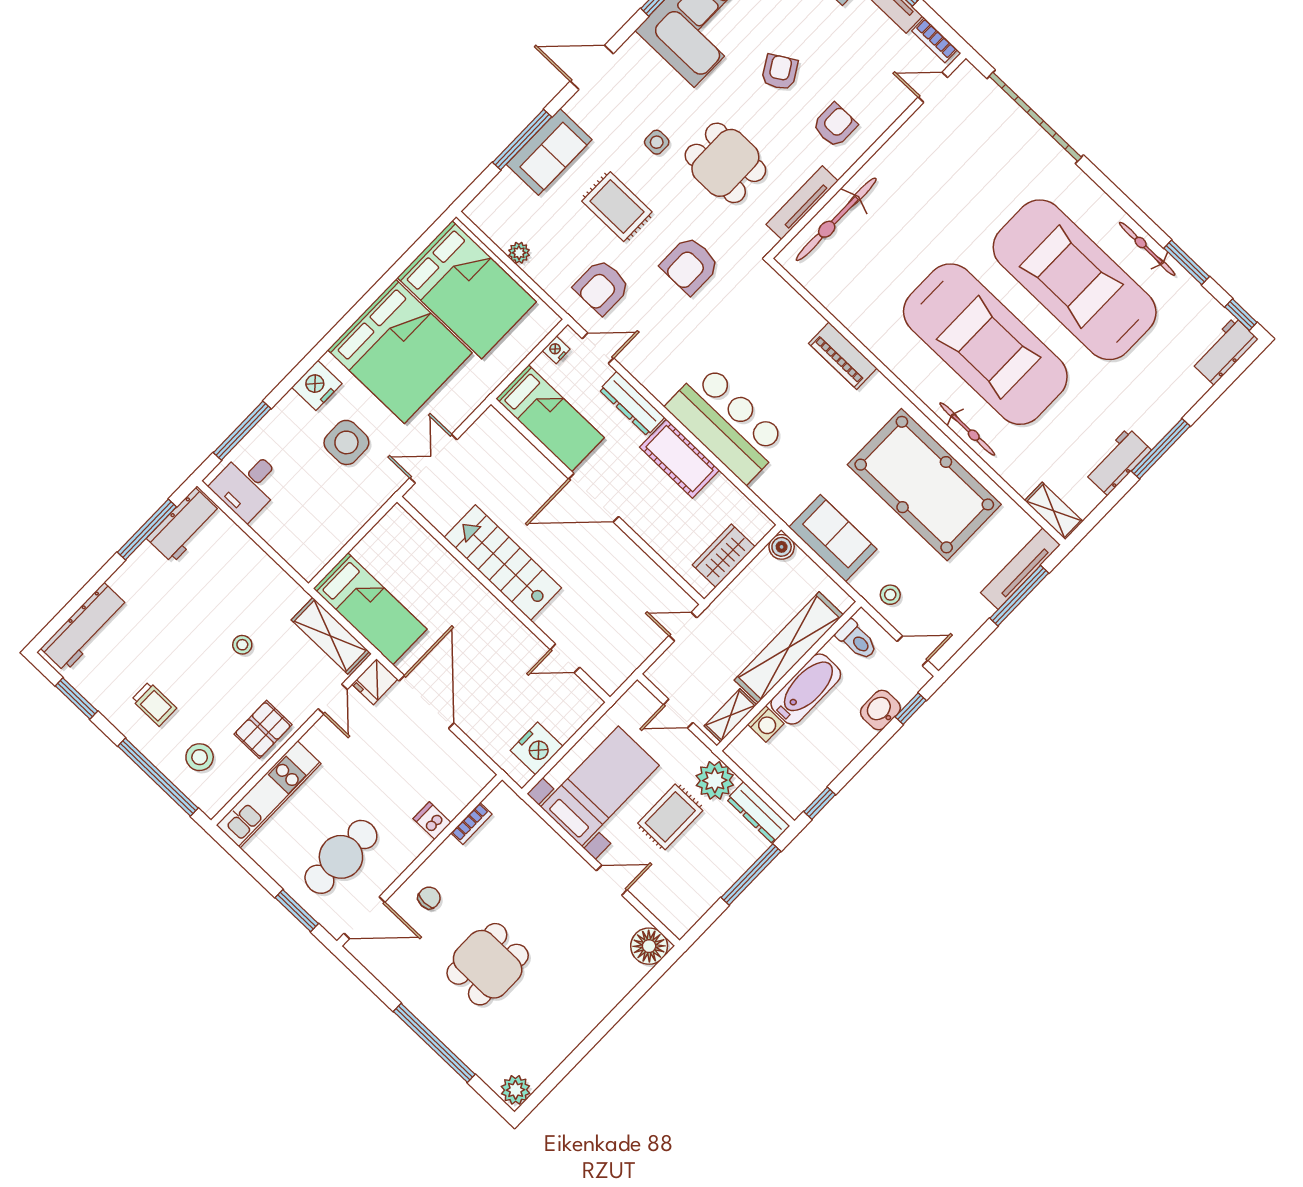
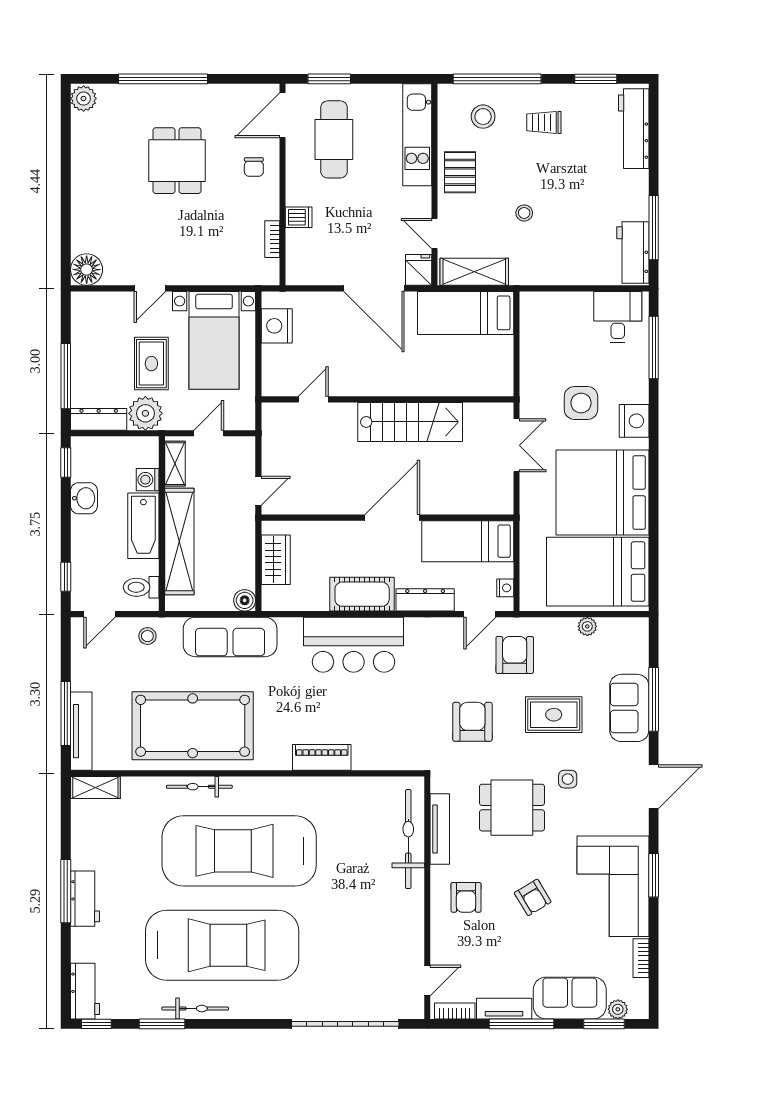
workbench: (1118, 462) -> (85, 899), moved
sofa: (833, 538) -> (230, 637), width x1.36
washbasin: (880, 710) -> (84, 498), moved

